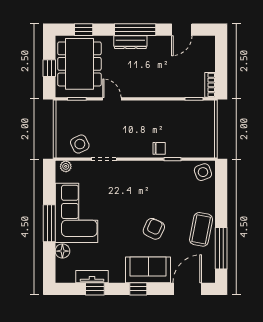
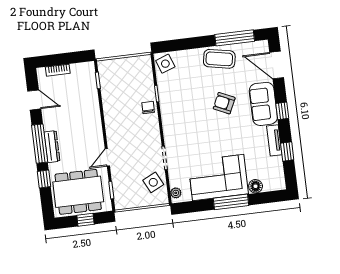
window: (84, 30) -> (44, 179), moved
bookcase: (210, 85) -> (58, 70), moved
tv unit: (92, 277) -> (274, 140), moved

